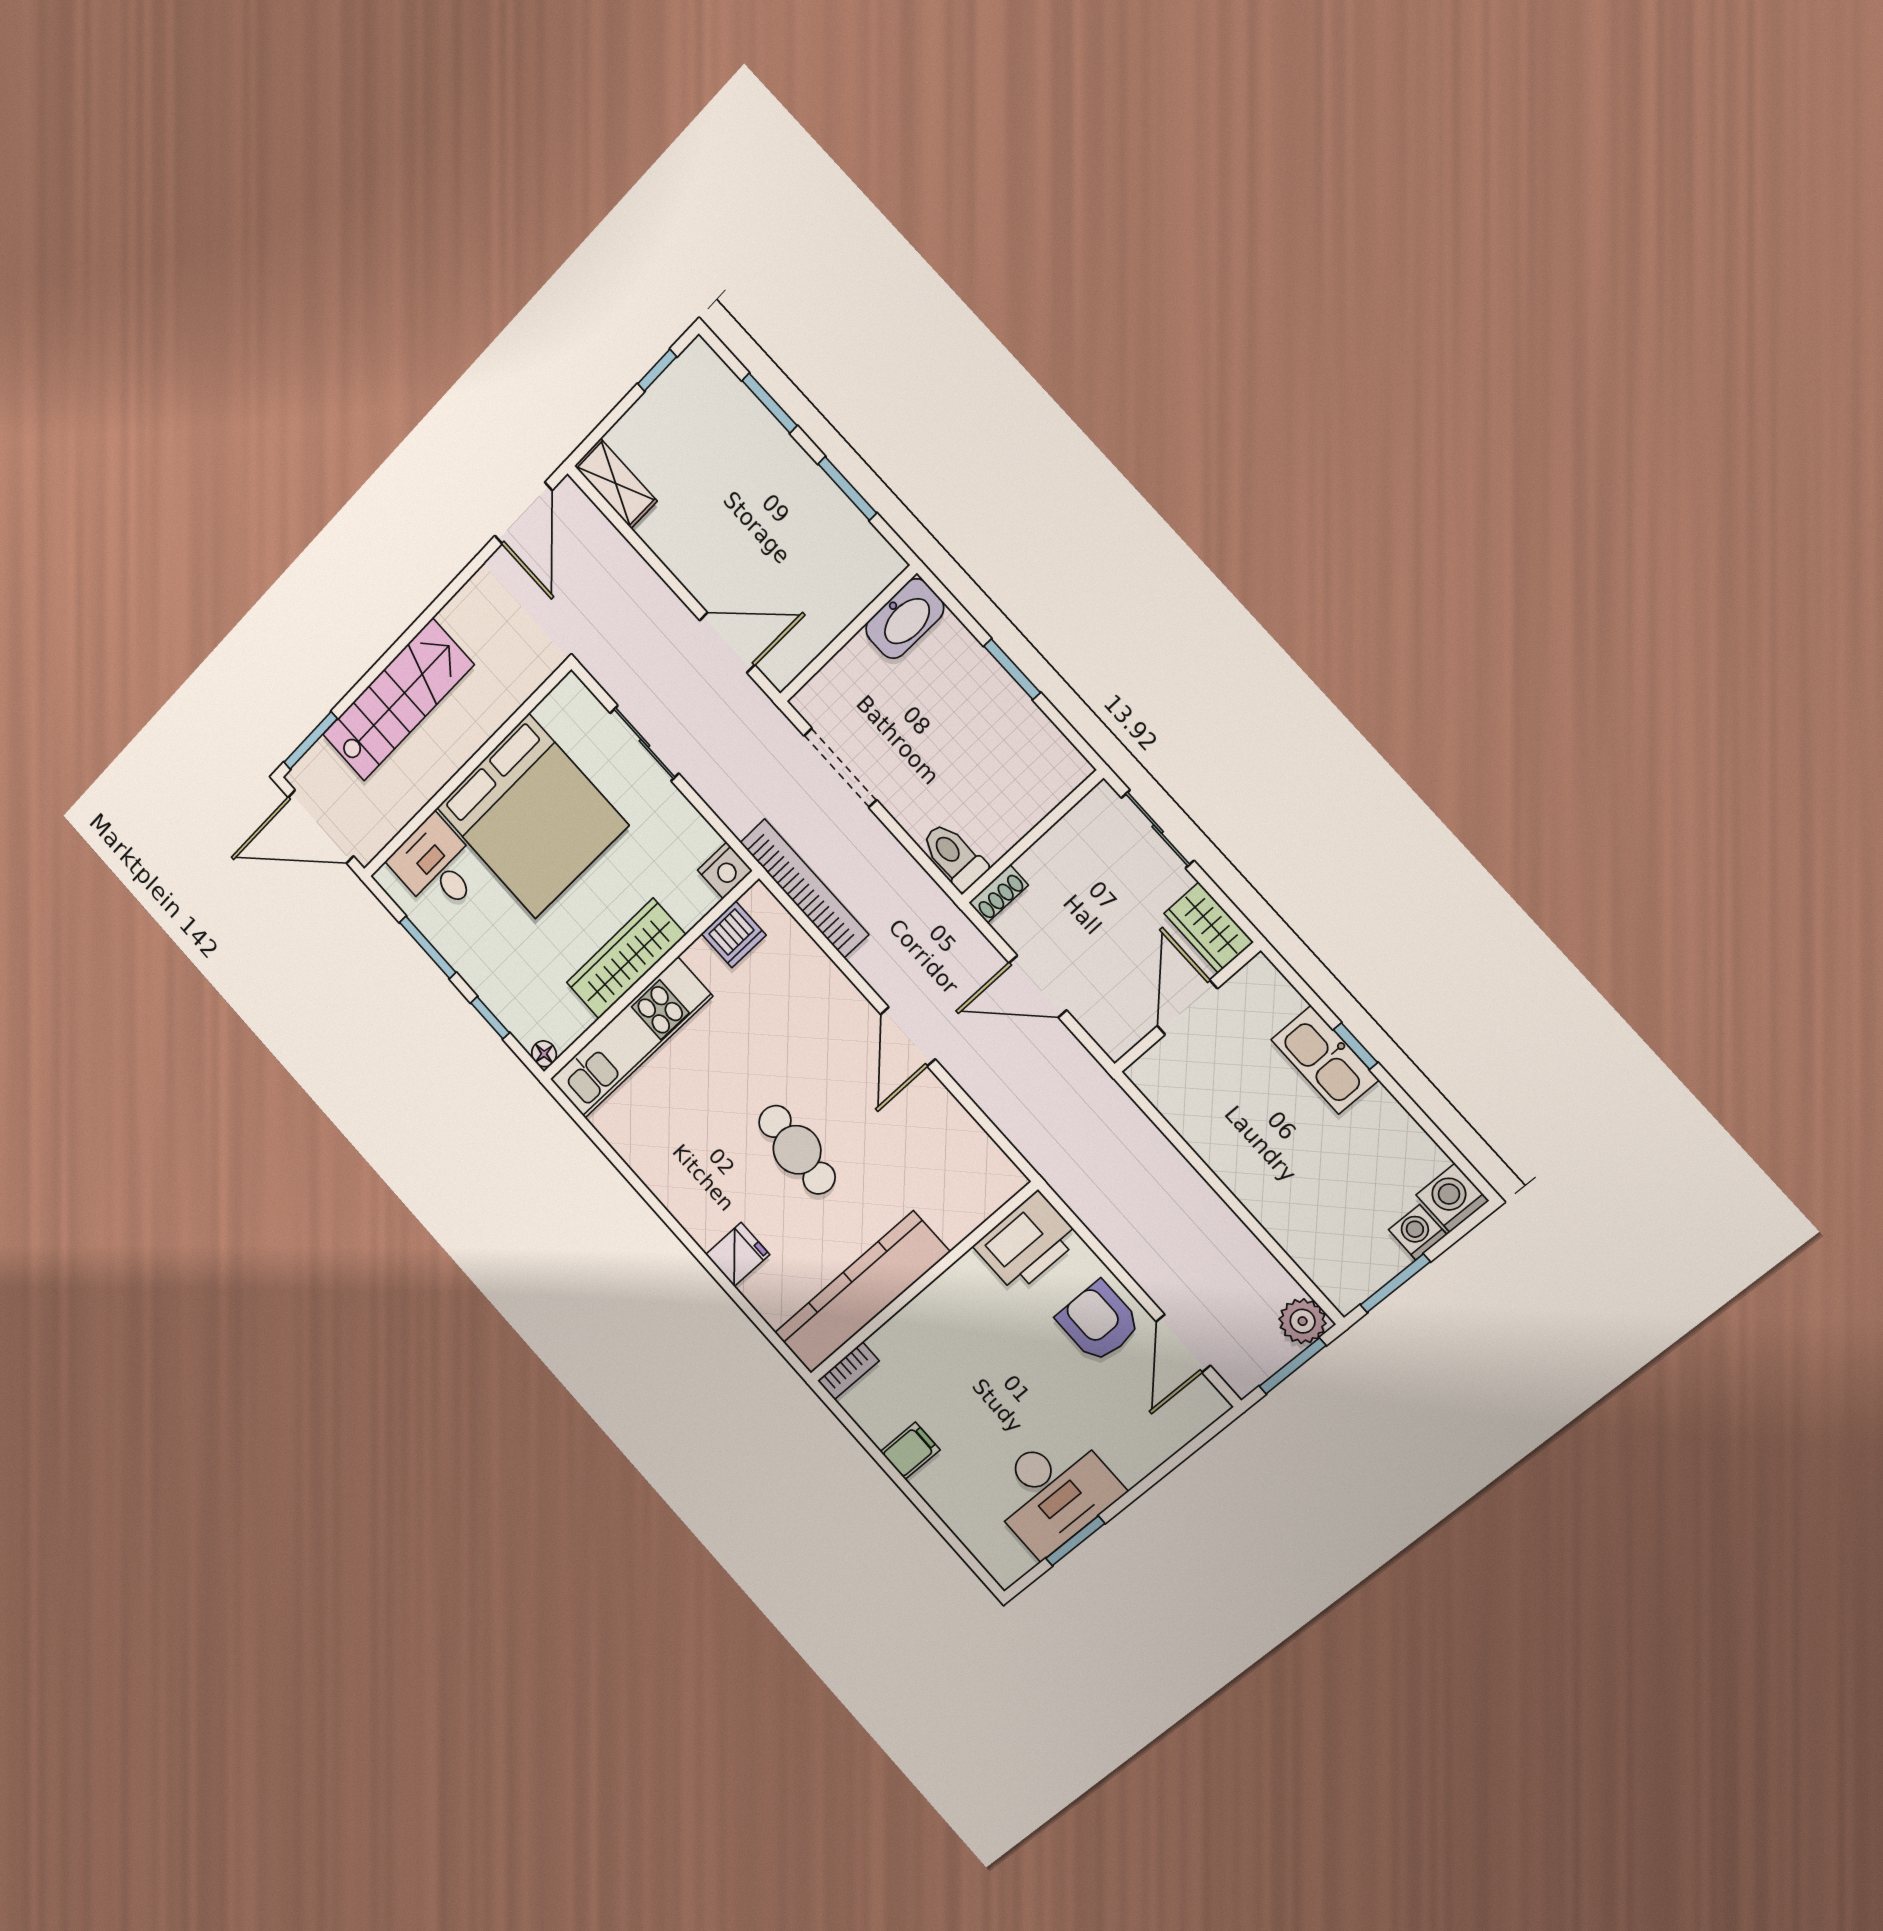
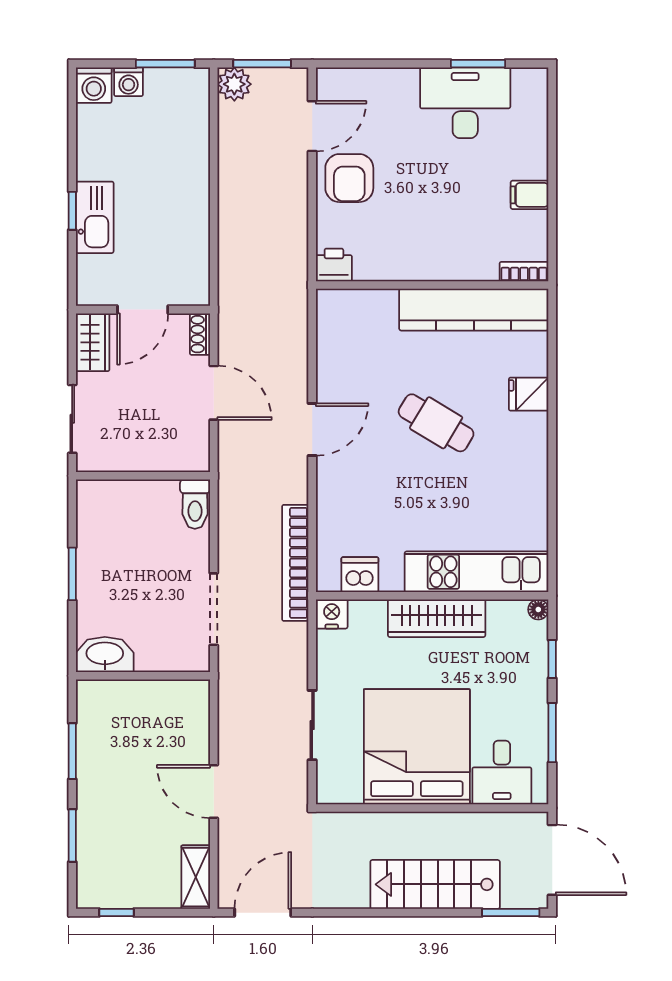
door: (727, 643) -> (214, 792), moved
shoe rack: (998, 894) -> (200, 334), moved, turned -90
cafe table: (797, 1150) -> (436, 423), turned -63
printer: (1027, 1242) -> (334, 265), width x0.53, depth x0.68

